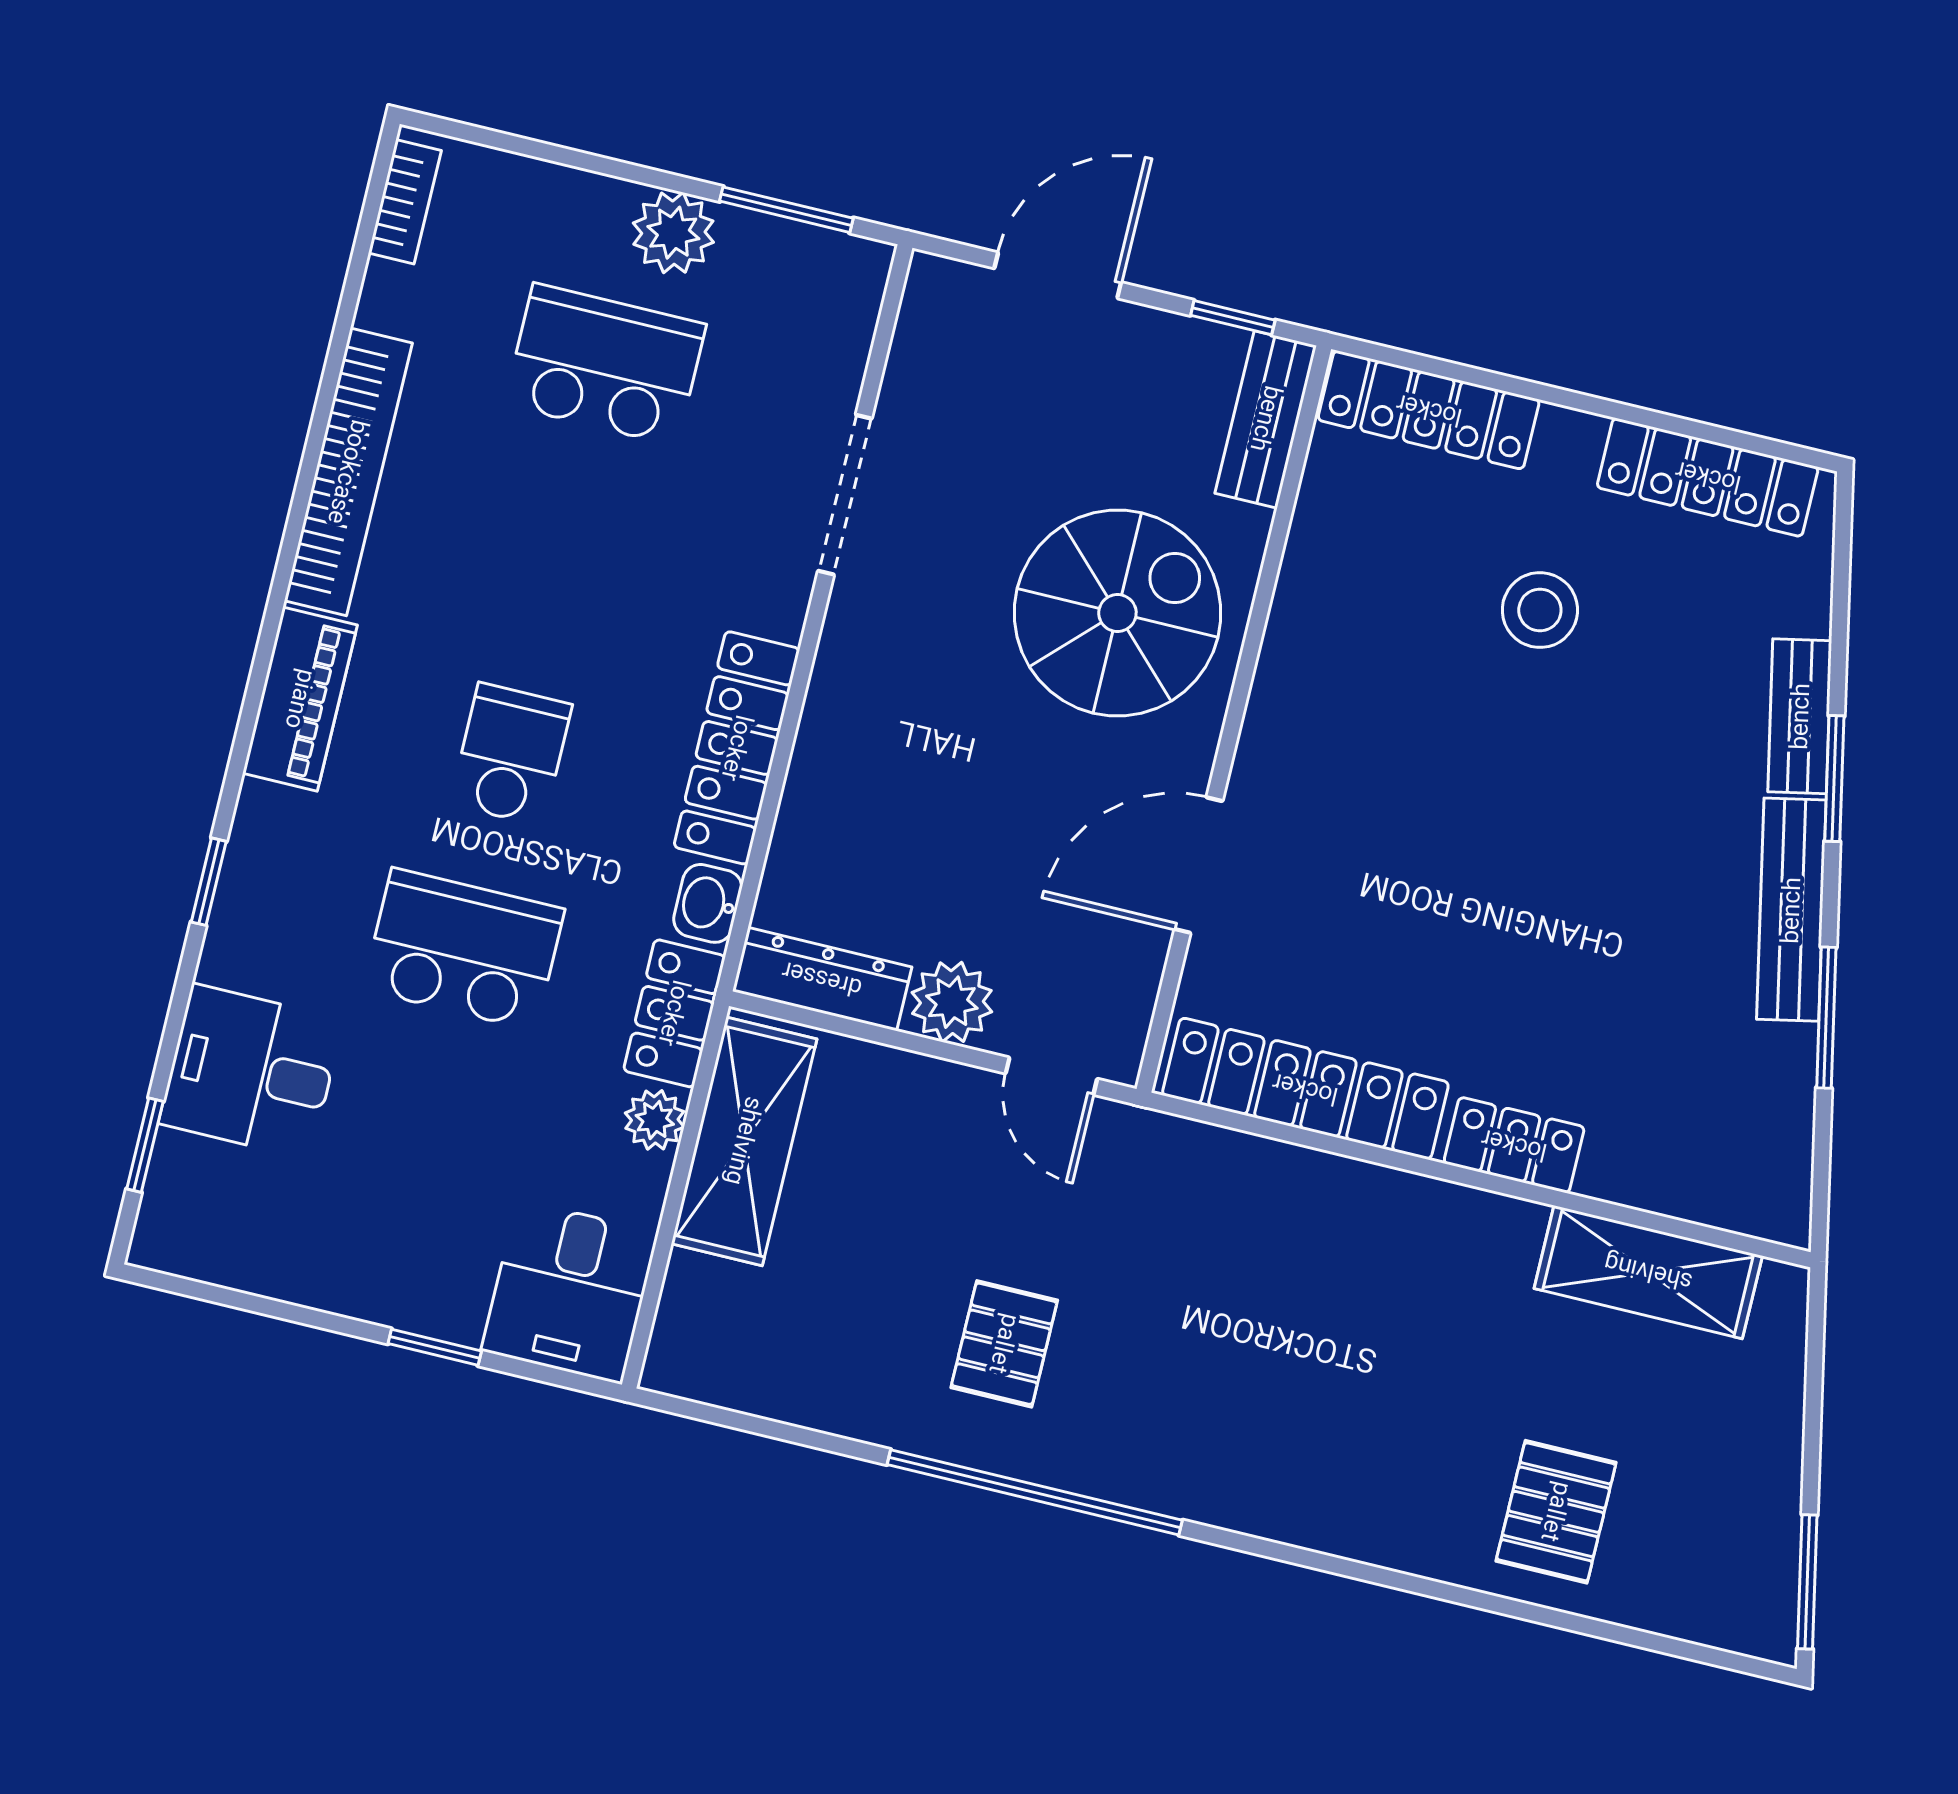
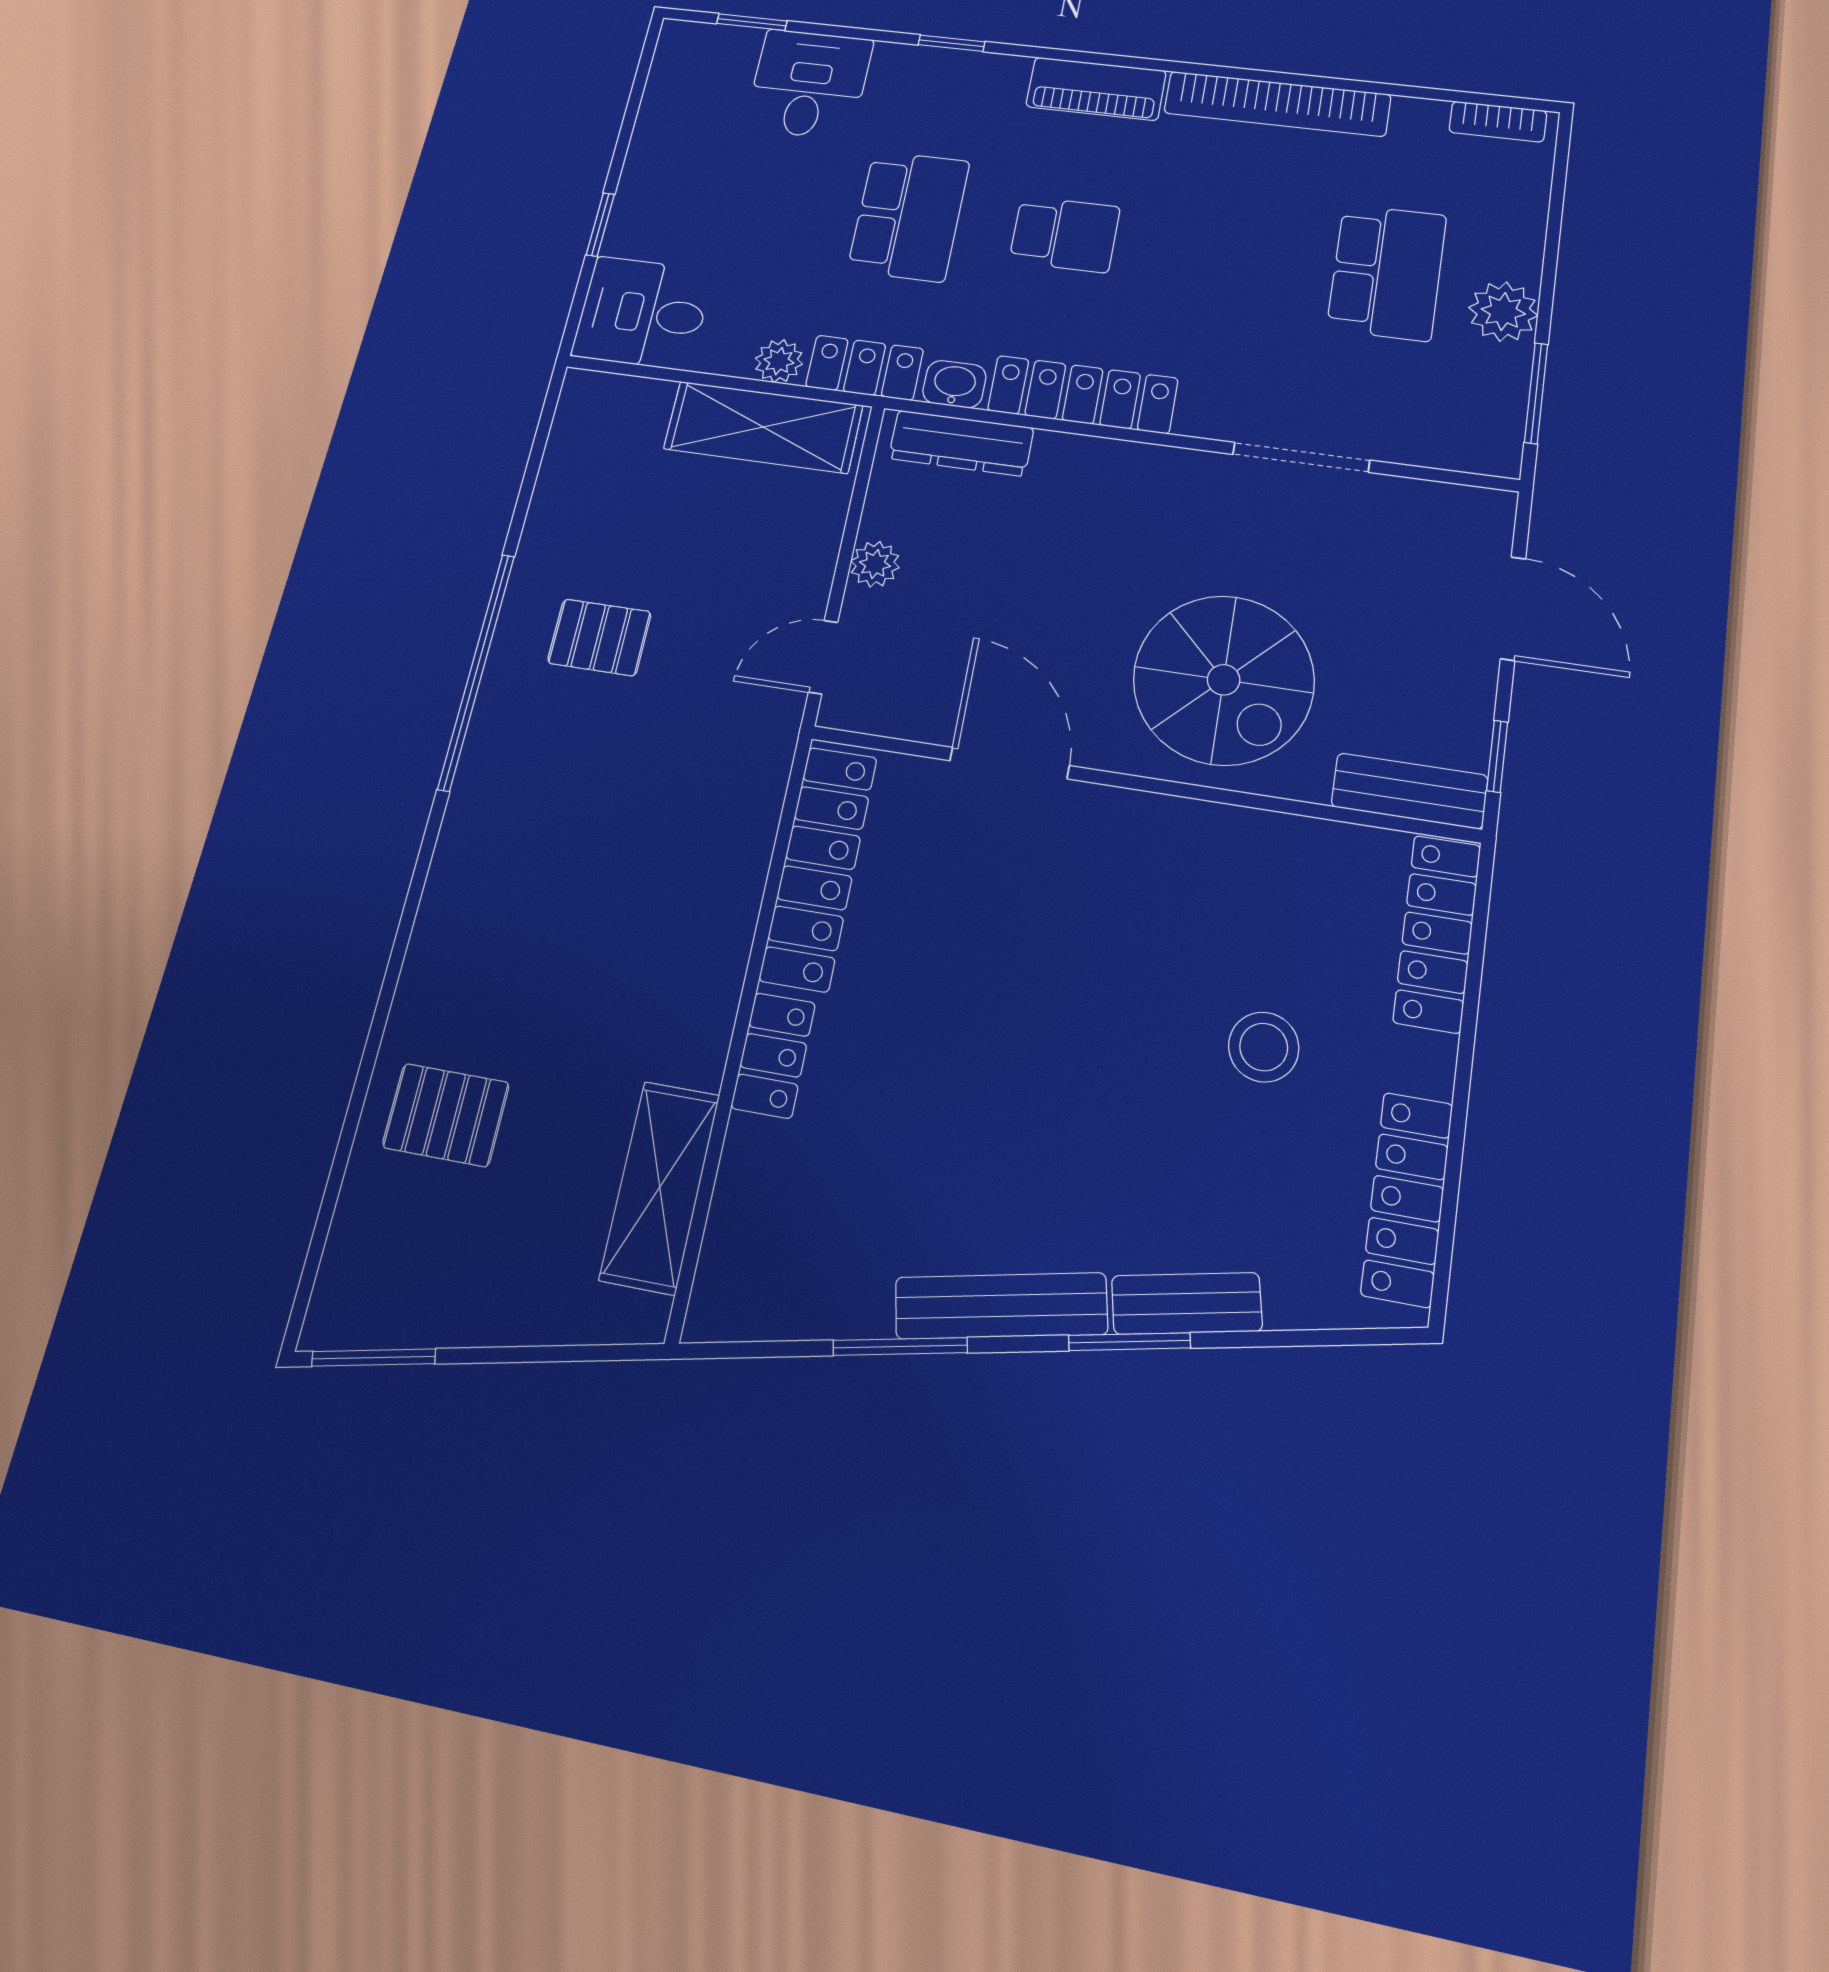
dresser: (822, 979) -> (961, 443), moved, turned 90
plant: (952, 1002) -> (875, 564), width x0.73, depth x0.73

